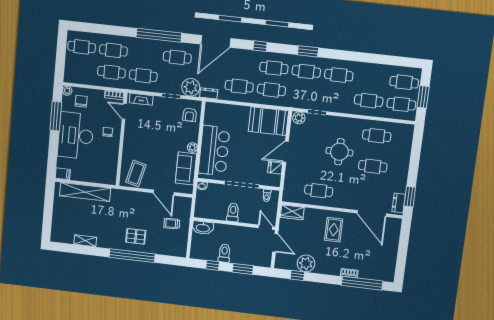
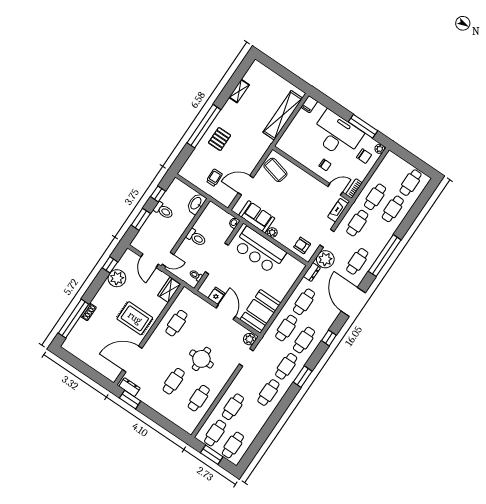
rug: (334, 230) -> (135, 318), width x1.36, depth x1.43
door: (275, 243) -> (150, 261), hinge flipped

